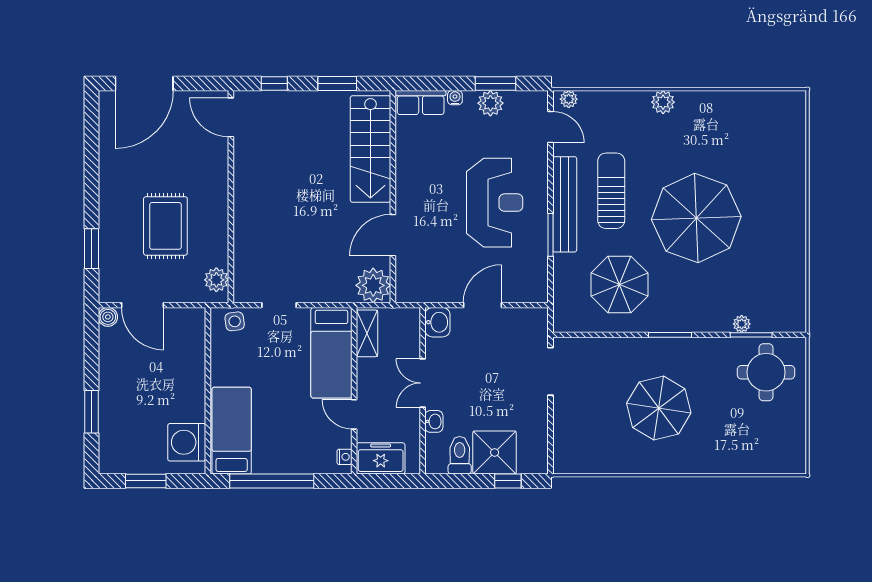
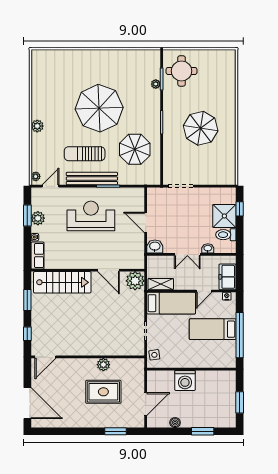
plant: (216, 280) -> (103, 365), moved
boiler: (108, 317) -> (175, 423), moved
bed: (232, 431) -> (213, 329), moved
washing machine: (187, 442) -> (185, 380), moved

